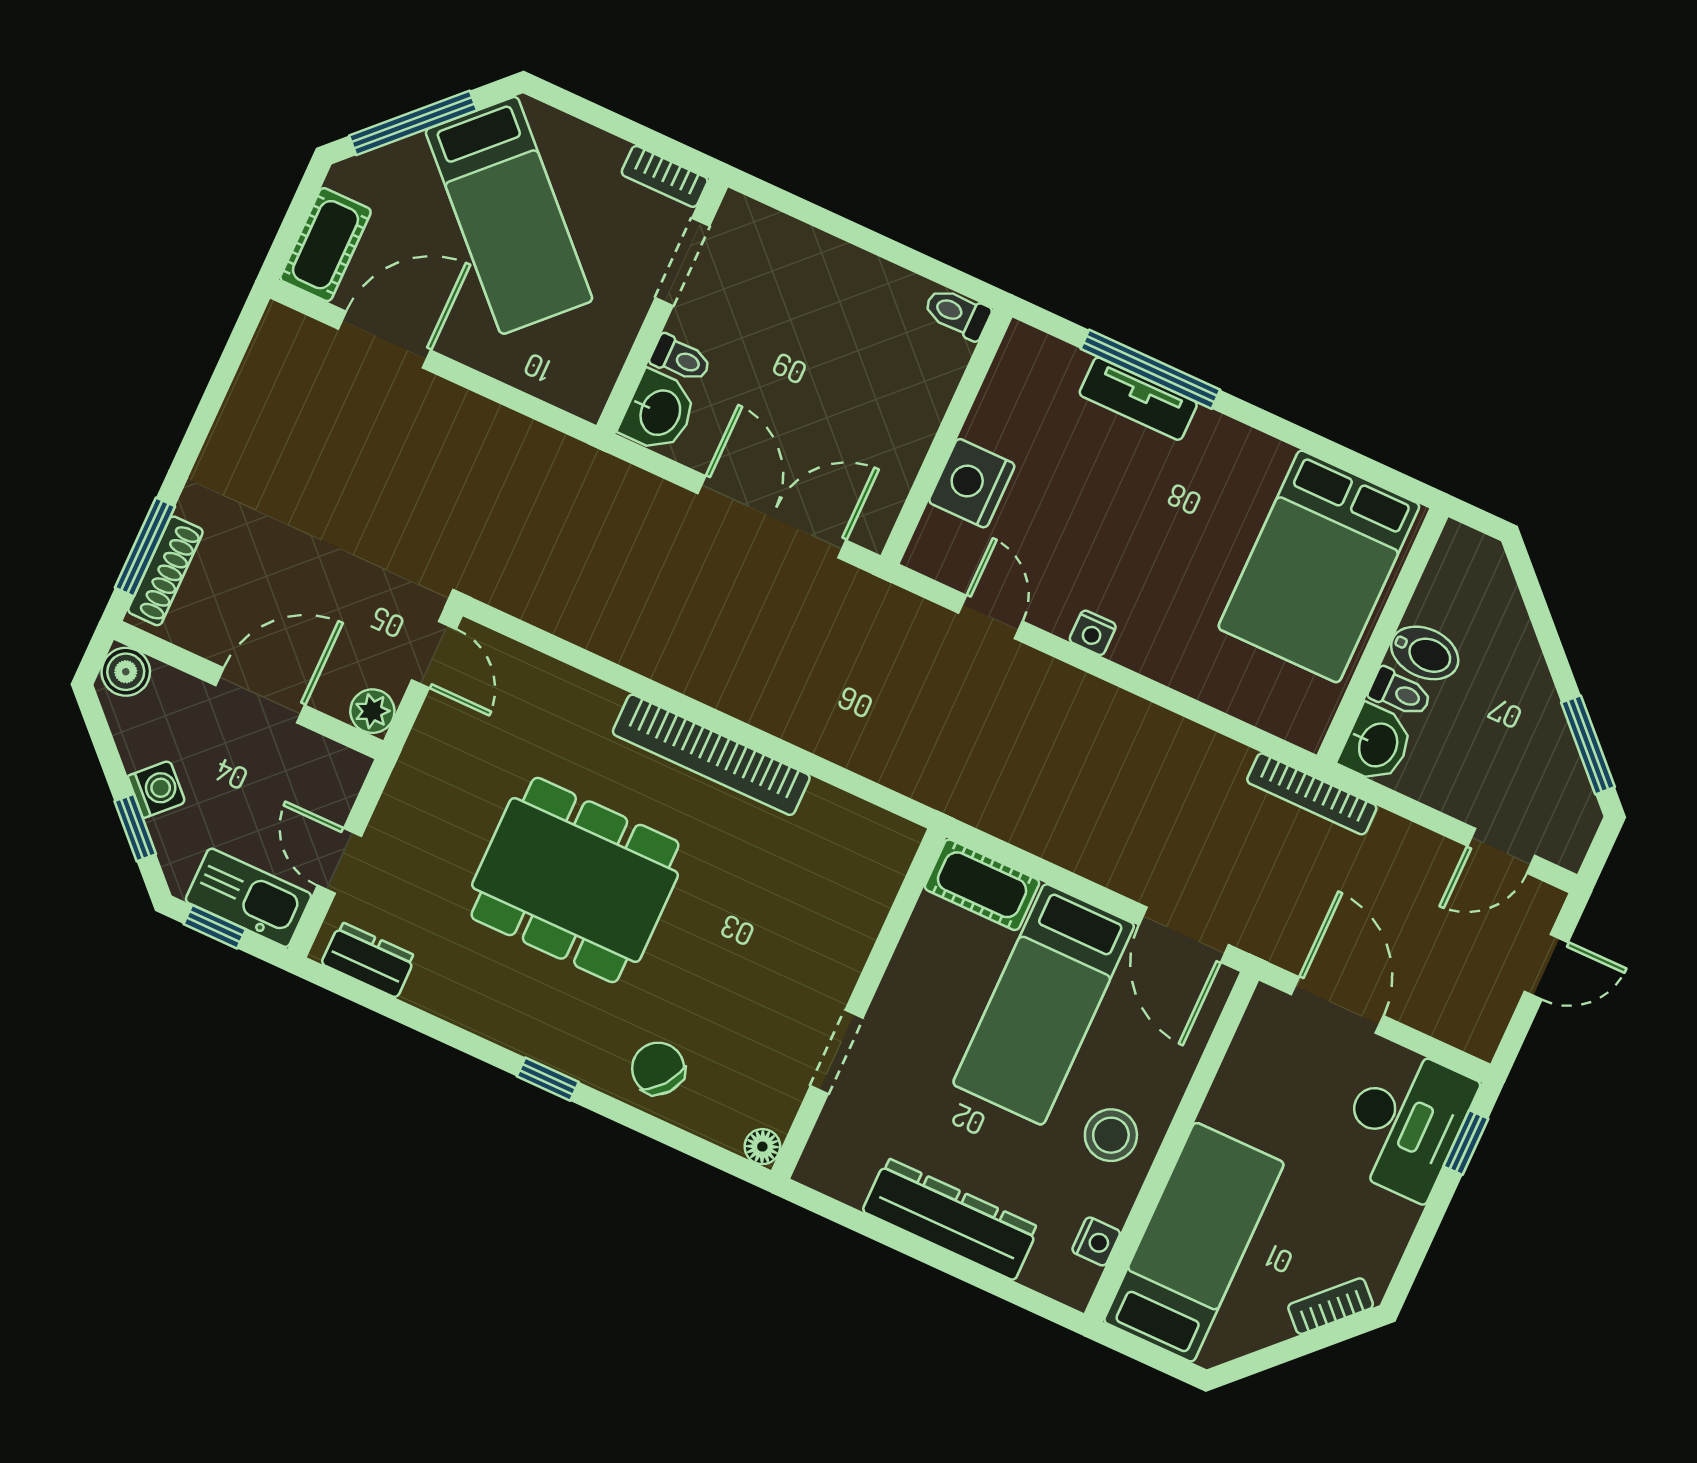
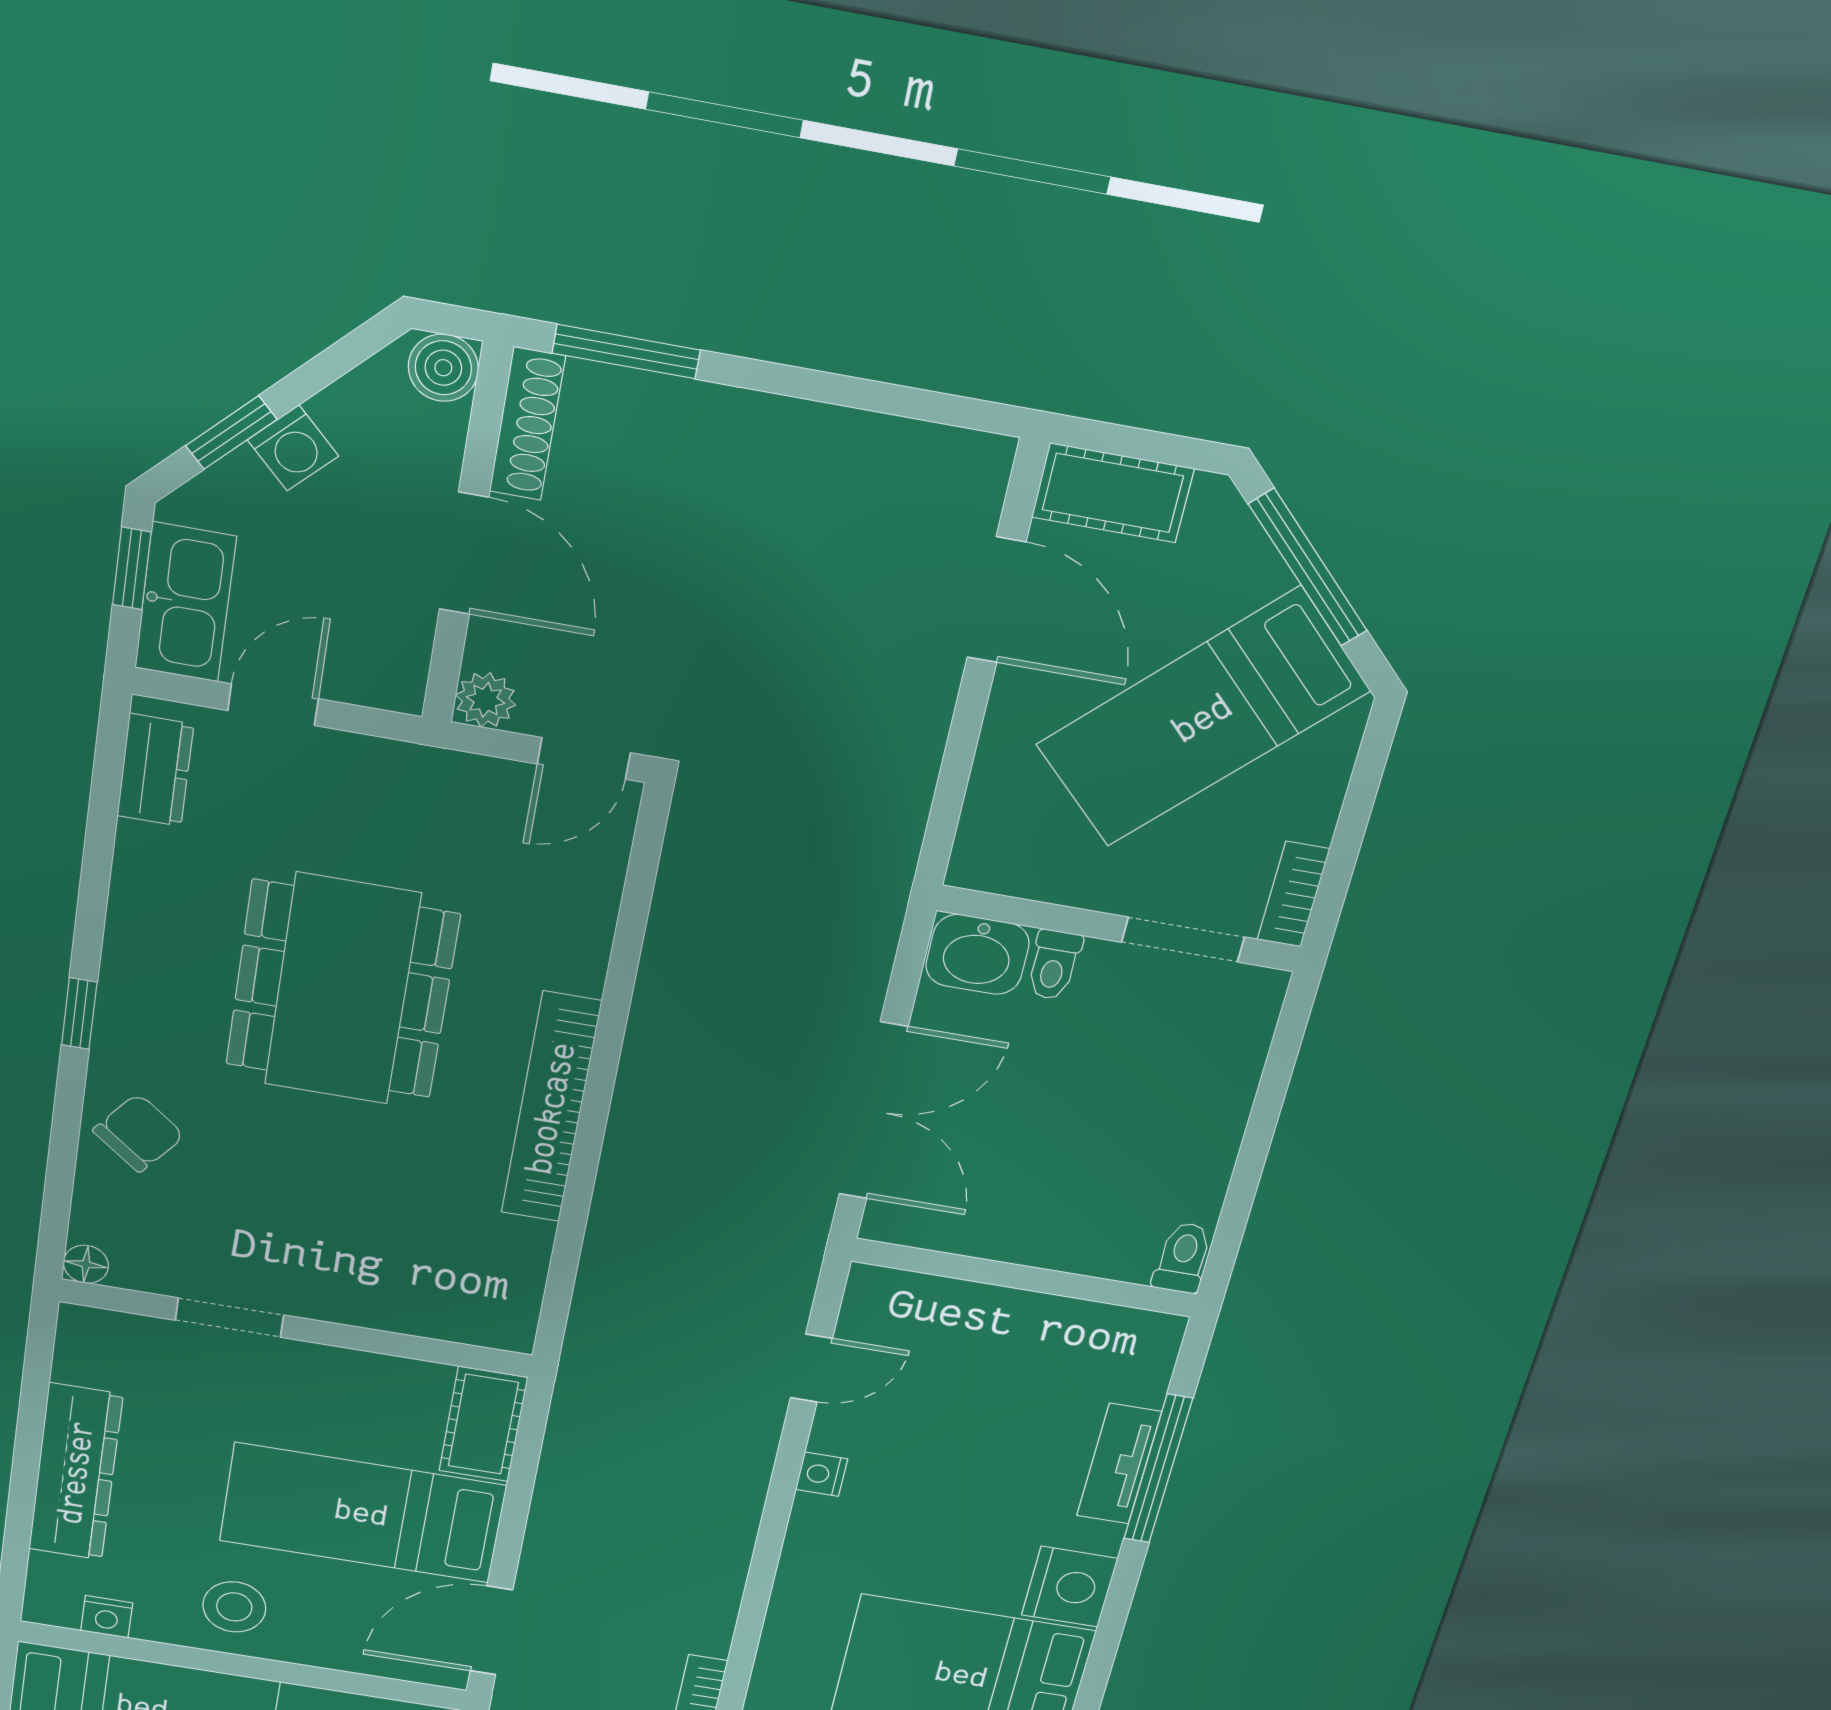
nightstand: (972, 483) -> (1070, 1587), moved, turned 90
shoe rack: (165, 571) -> (527, 424), moved, turned -90

